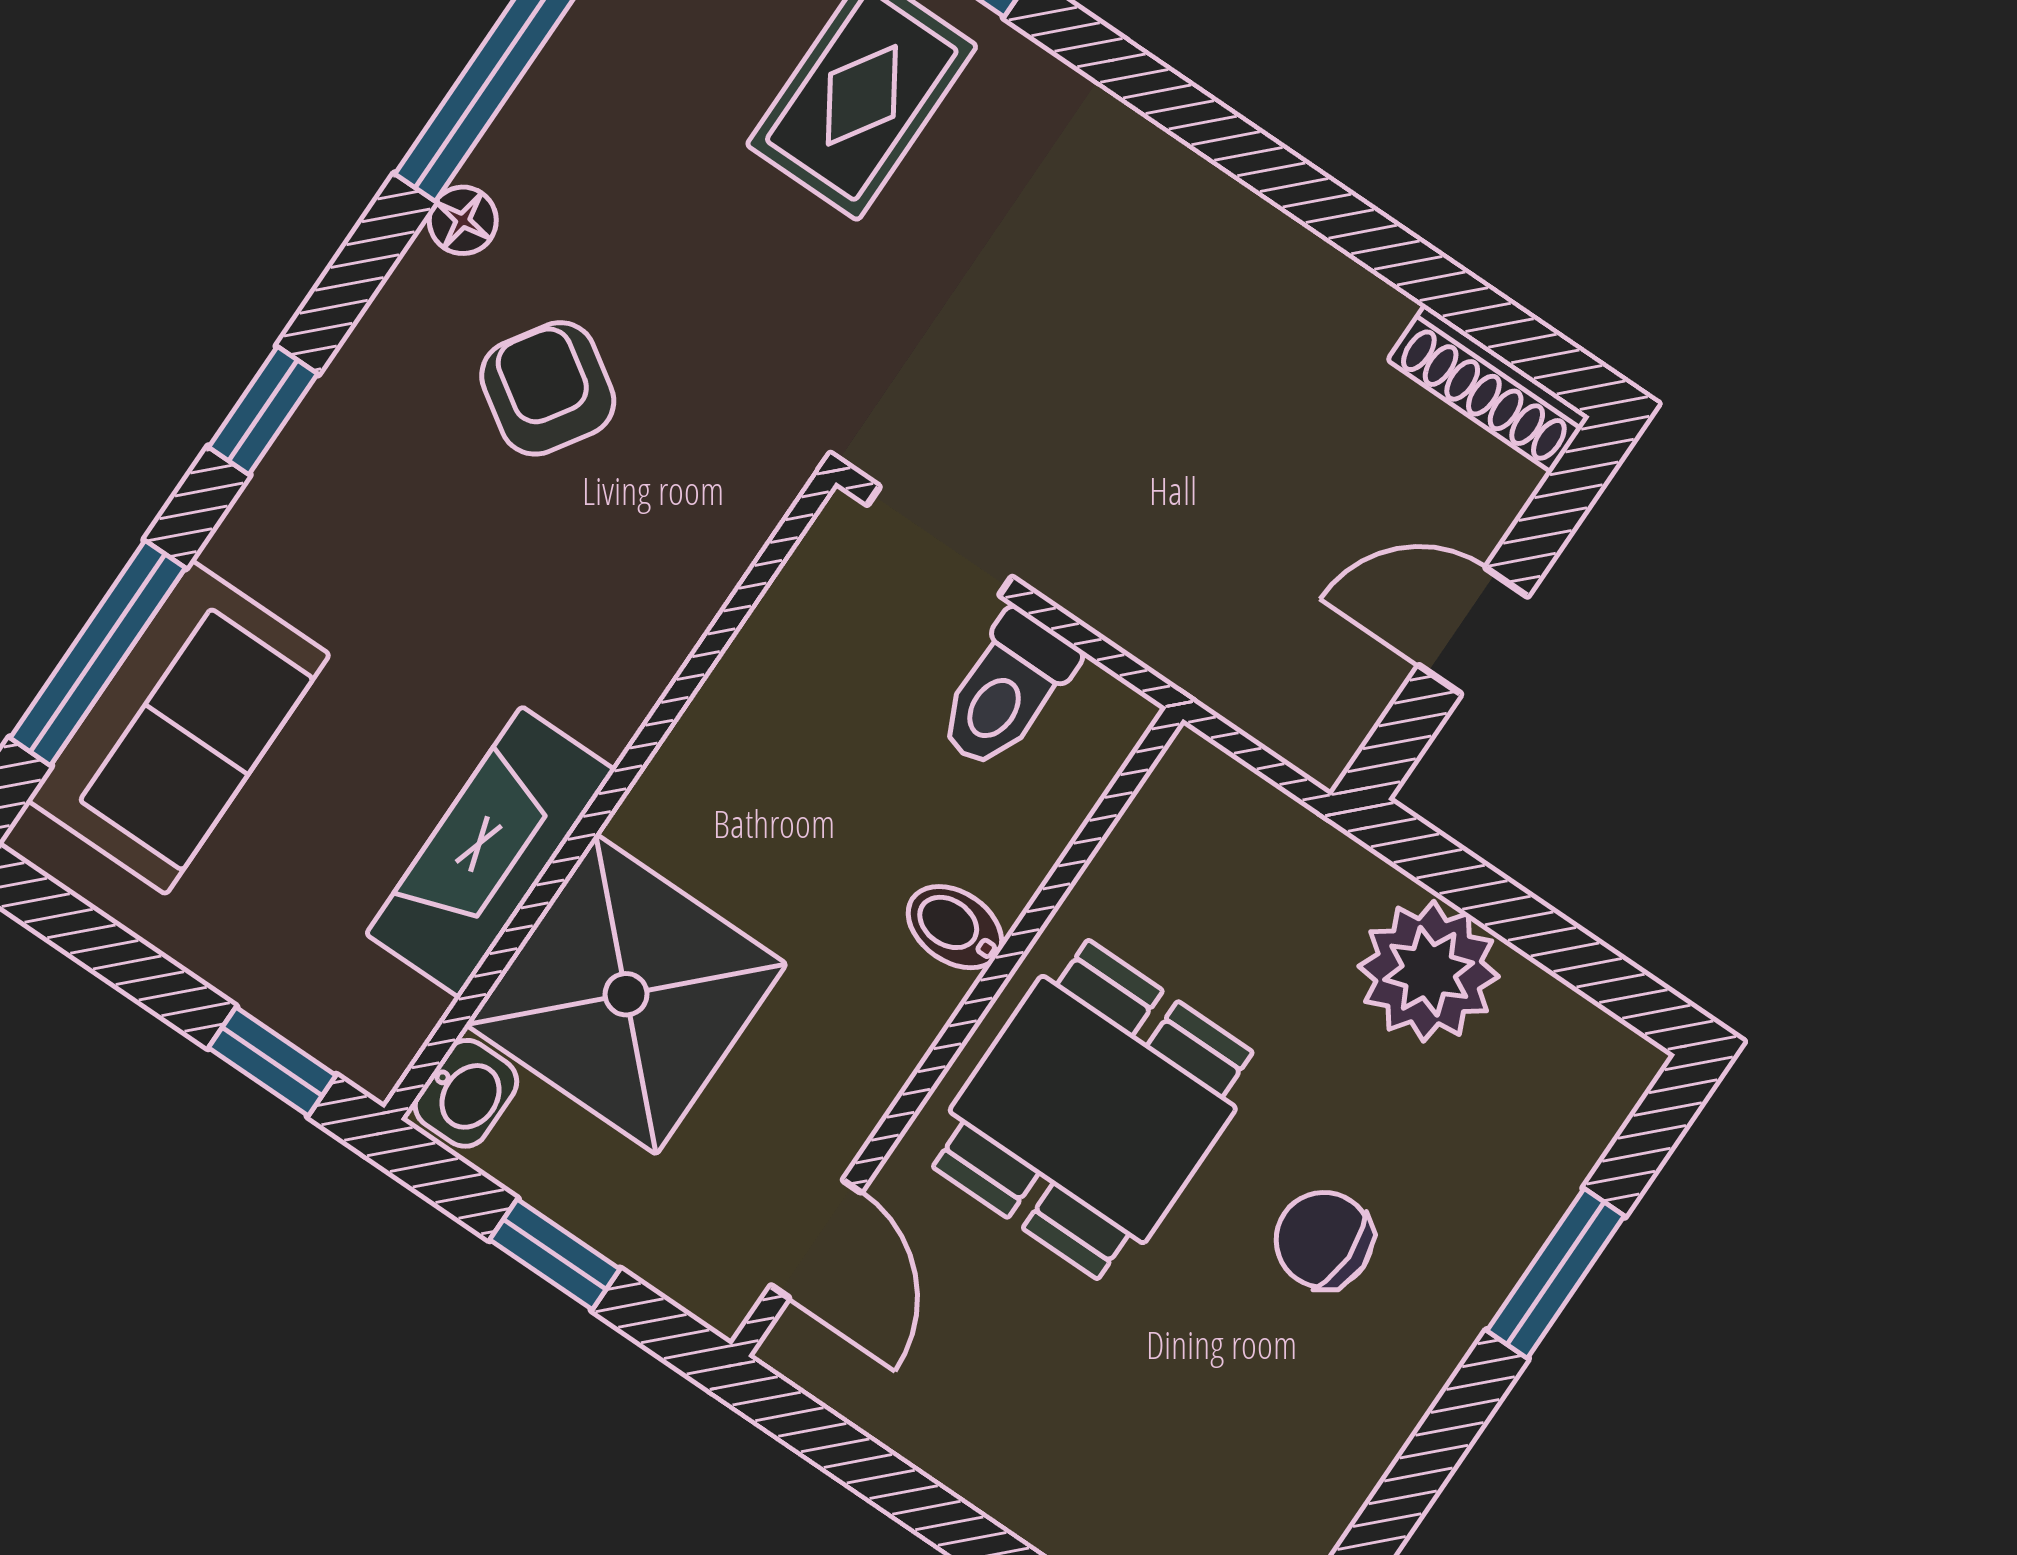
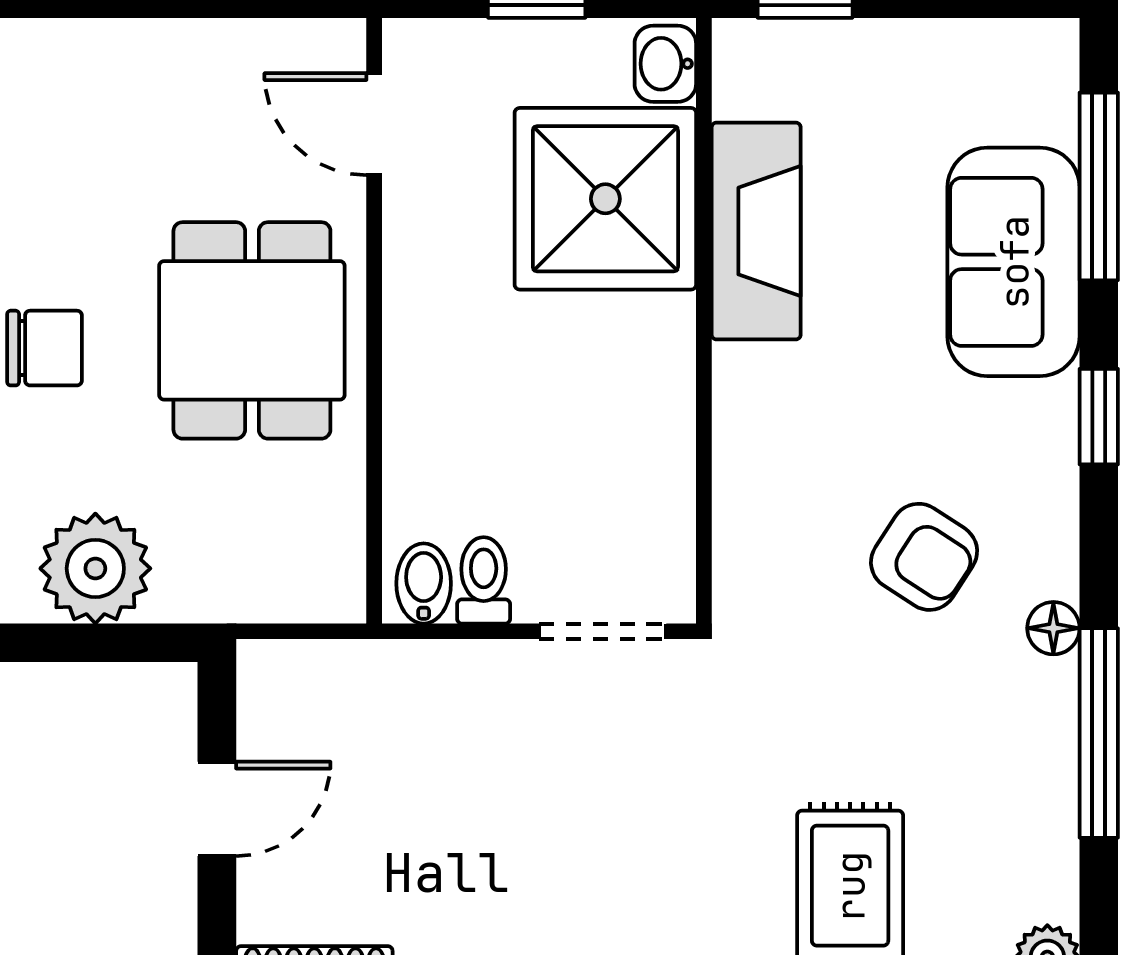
toilet: (1006, 690) -> (484, 580), width x0.73, depth x0.72
sofa: (179, 727) -> (1014, 262), moved
bidet: (955, 927) -> (424, 583), moved, turned -90

